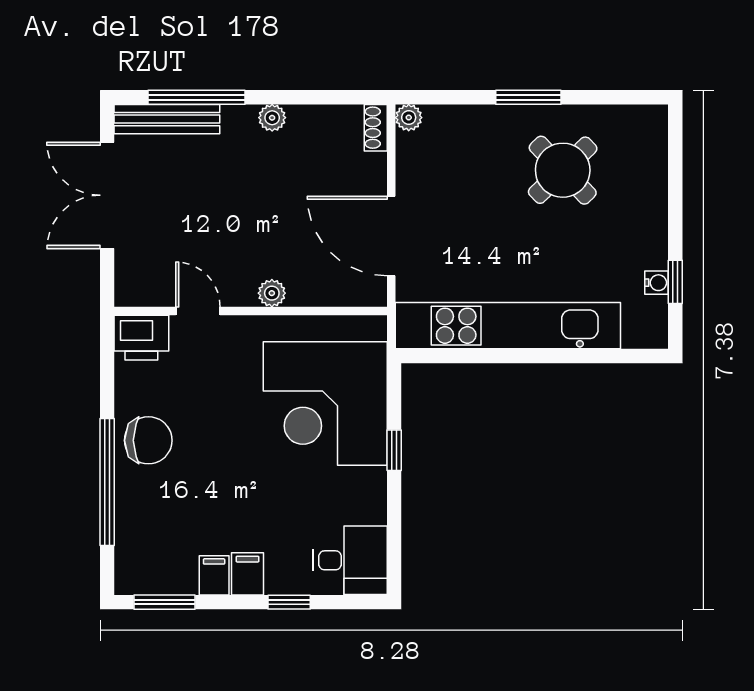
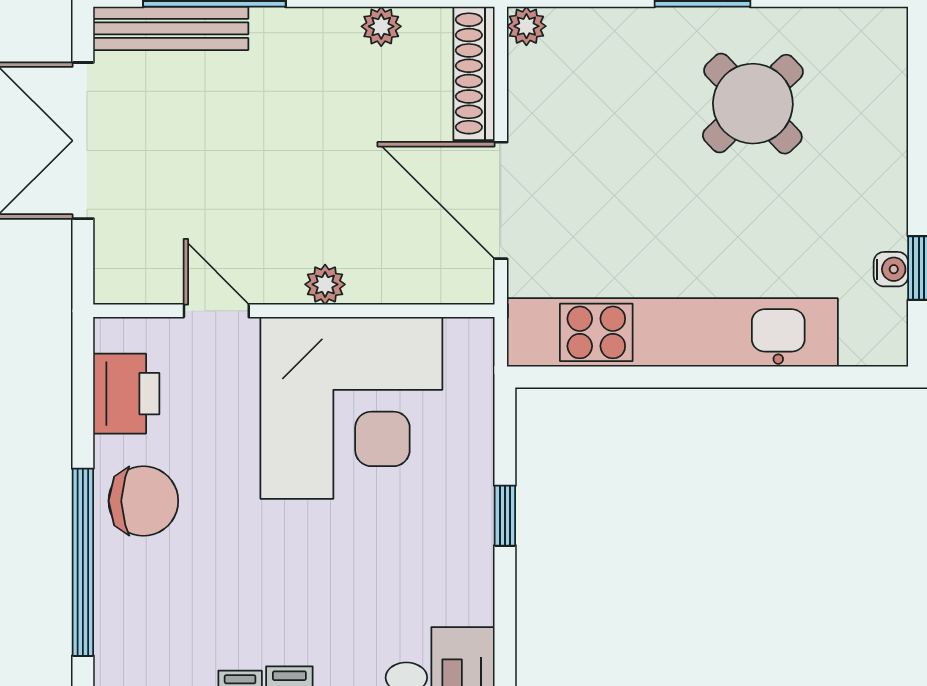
plant: (272, 118) -> (381, 26), moved
shoe rack: (376, 128) -> (474, 73), width x1.94, depth x1.24
printer: (141, 338) -> (126, 394), moved, turned -90
corner desk: (325, 404) -> (351, 408), moved, turned -90

